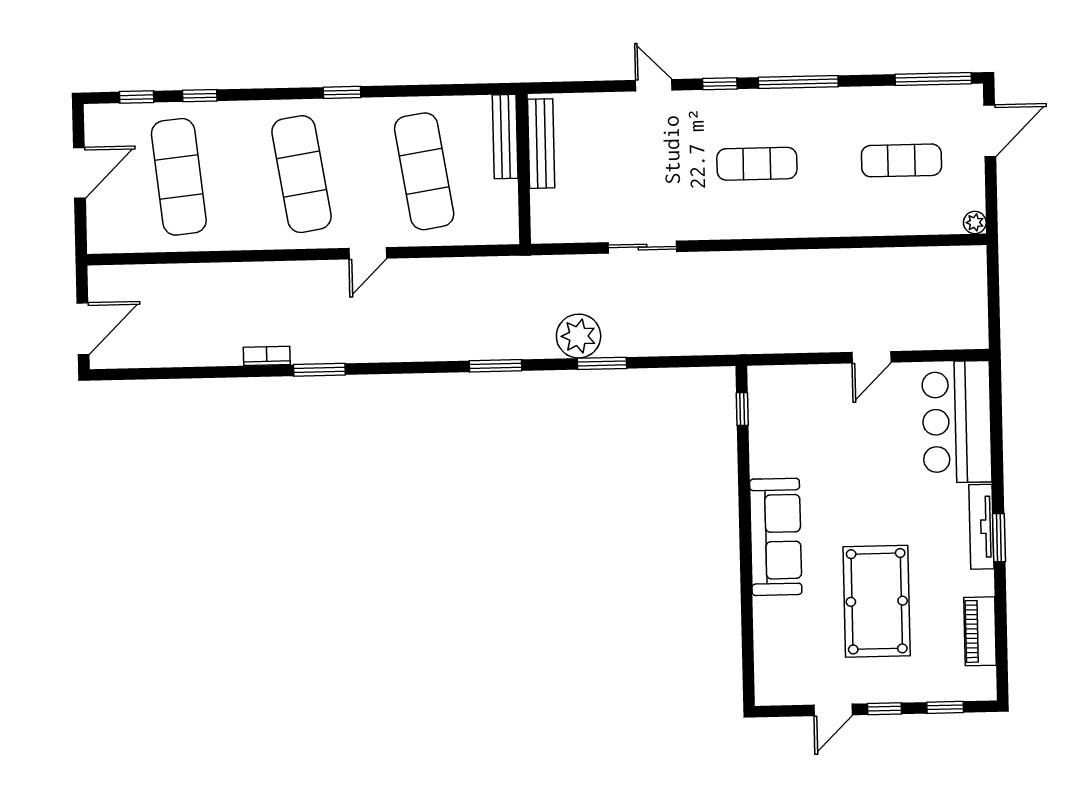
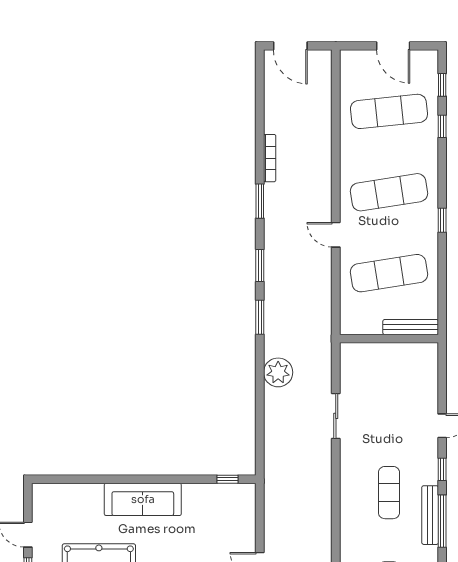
bench: (541, 144) -> (430, 515), moved, turned 90
bookcase: (267, 356) -> (270, 158), width x1.56
window: (602, 363) -> (260, 266), moved

